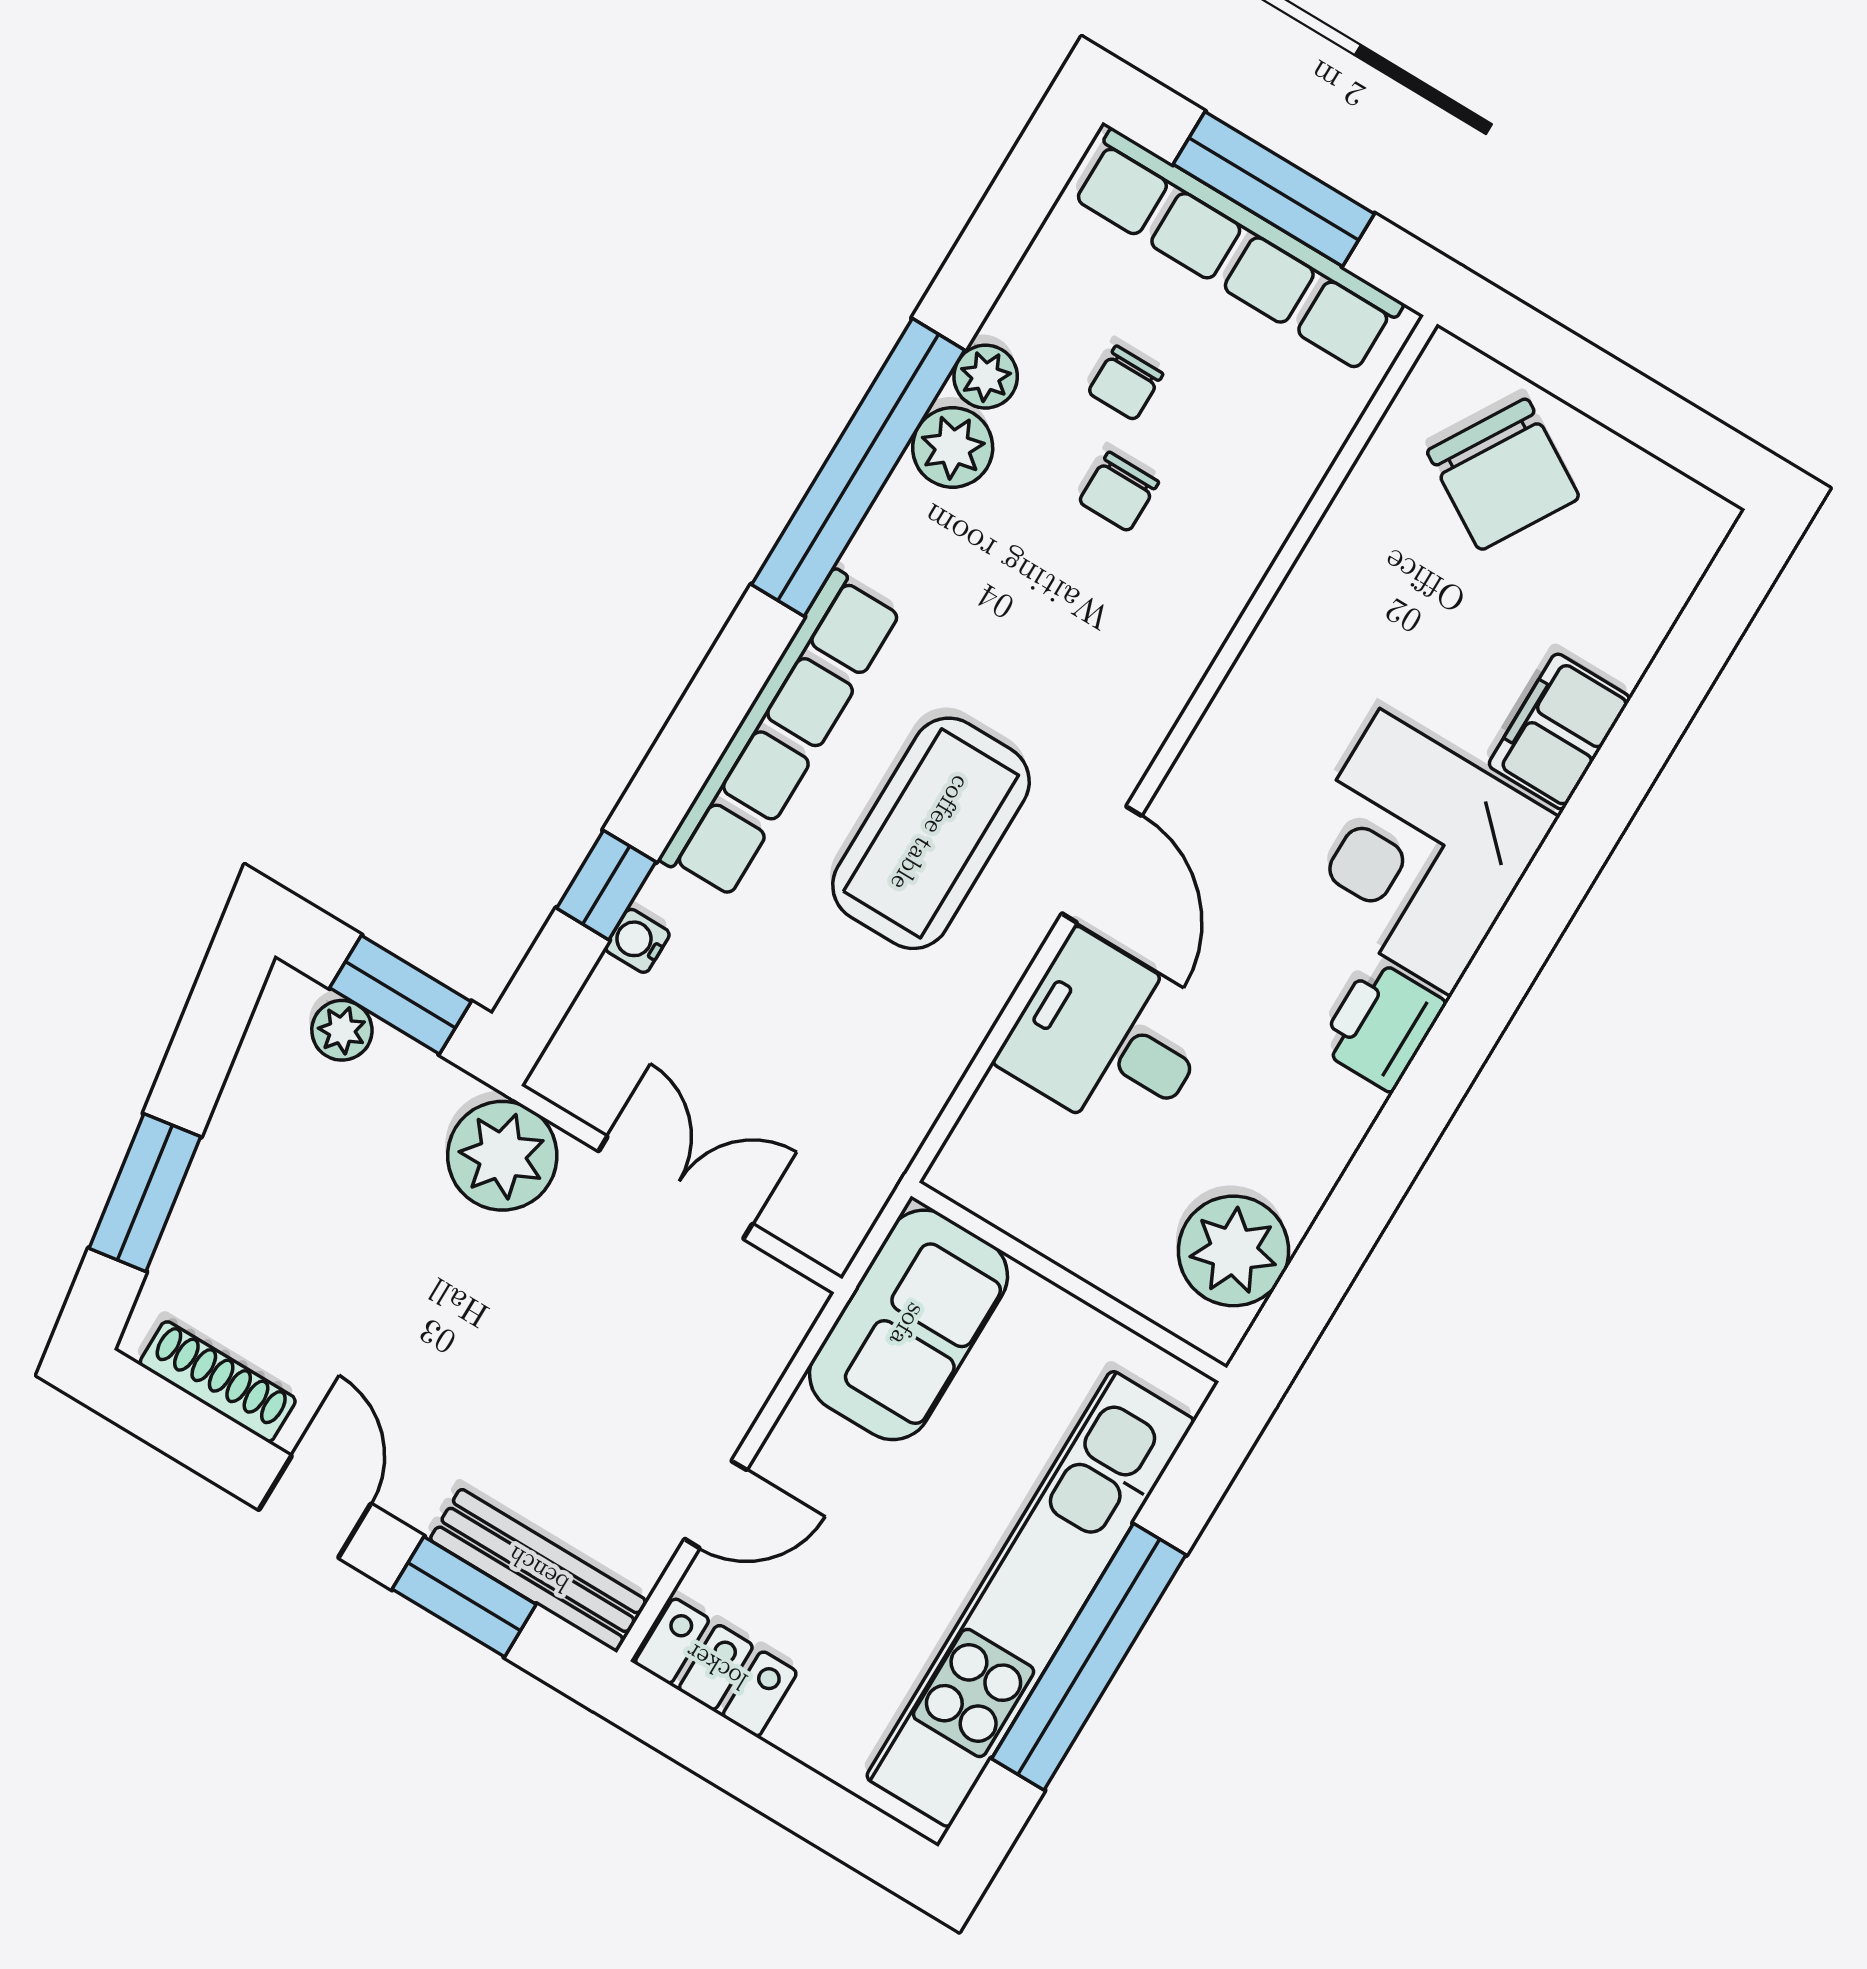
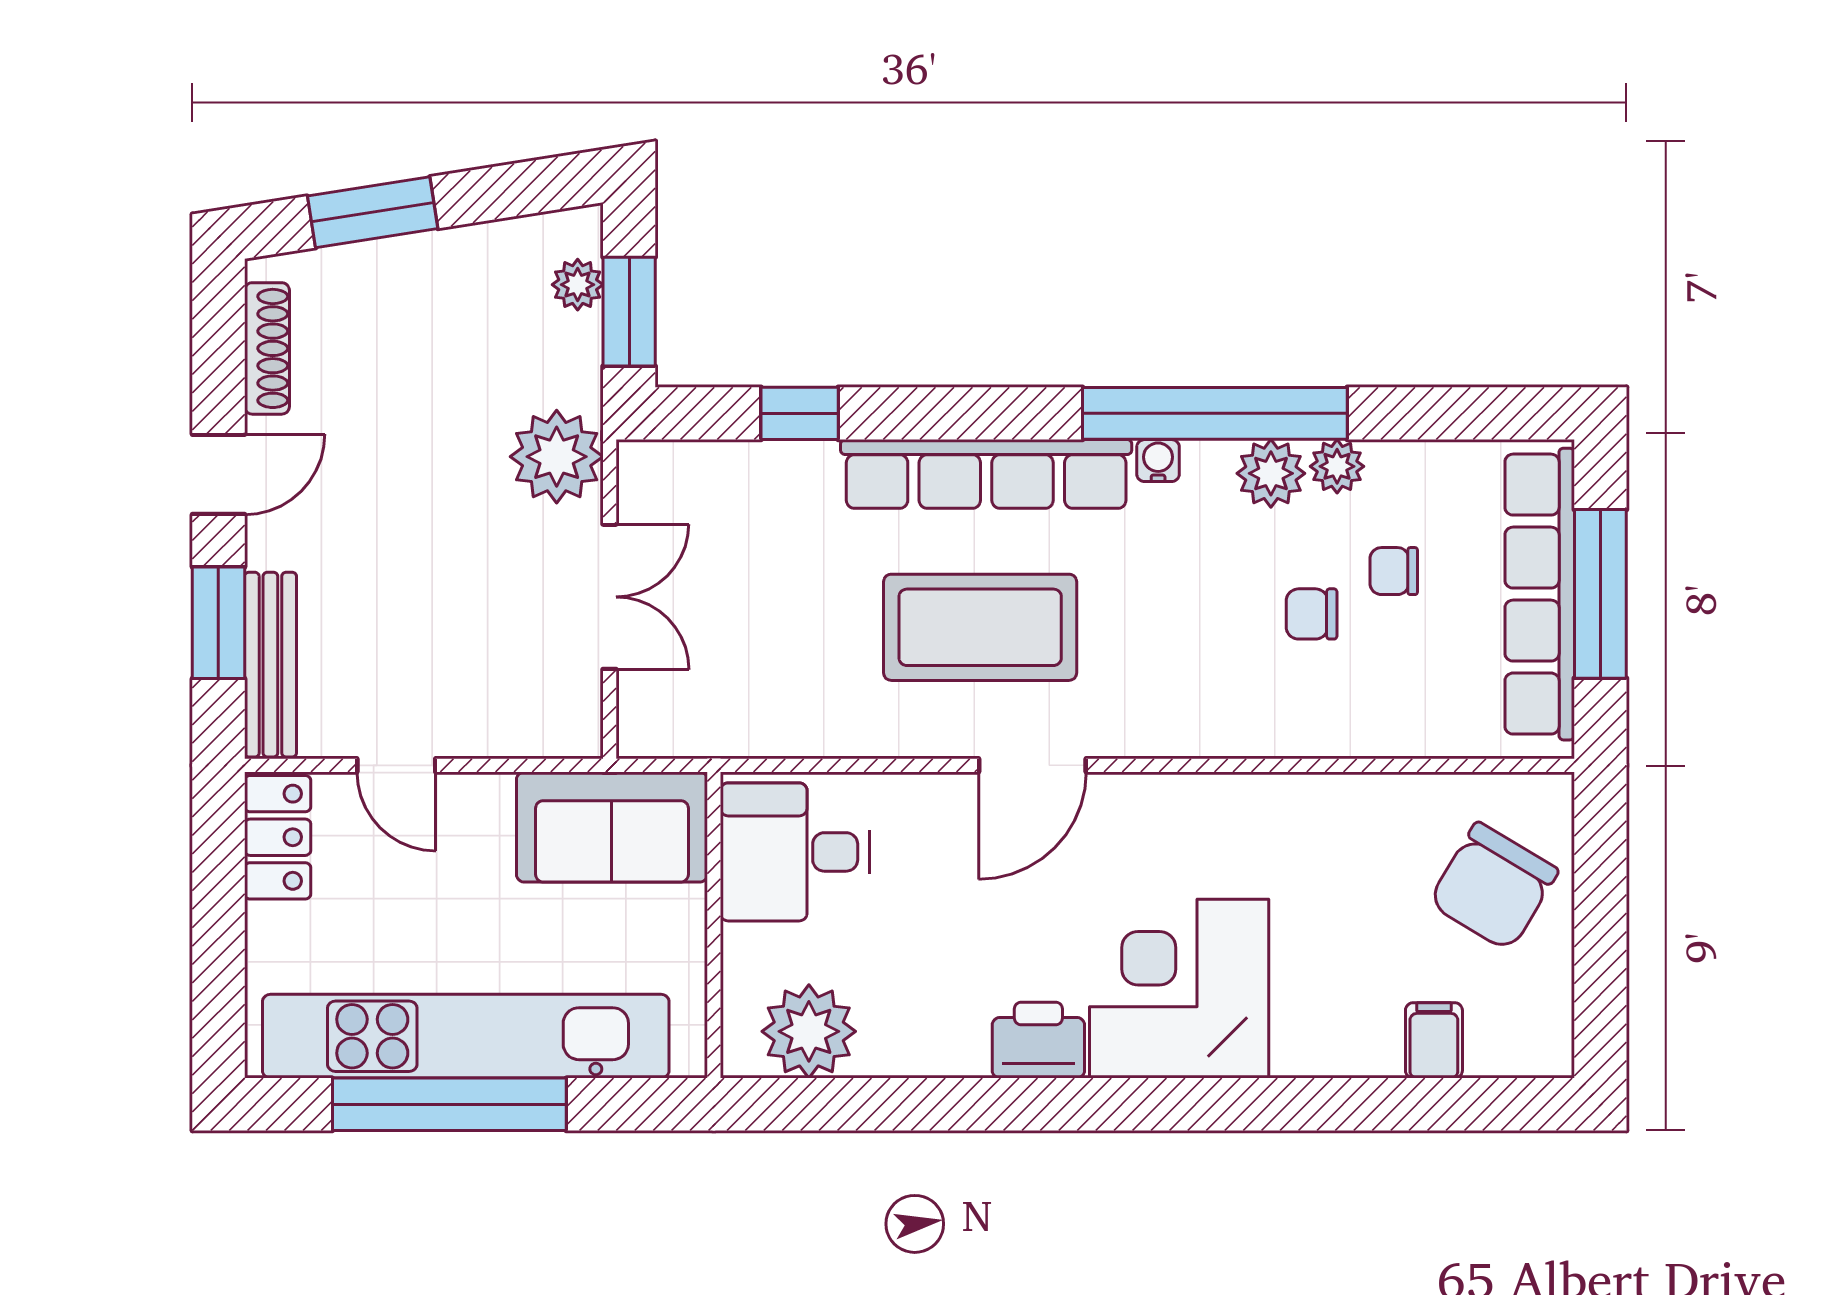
filing cabinet: (1559, 731) -> (1434, 1040), moved, width x0.50
water cooler: (637, 941) -> (1158, 461), moved
desk: (1108, 1039) -> (795, 852), moved, turned -90

